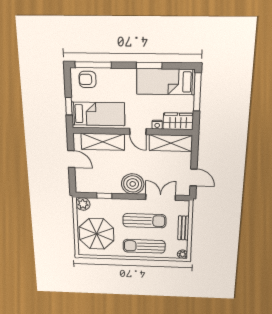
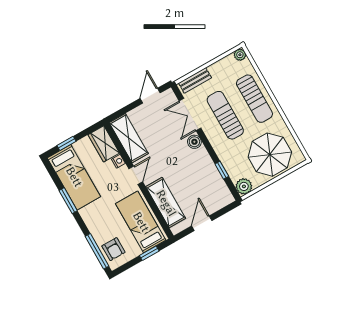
window: (197, 92) -> (67, 143), width x0.46
boiler: (133, 184) -> (194, 142), width x0.54, depth x0.54
bench: (183, 228) -> (195, 80), moved

